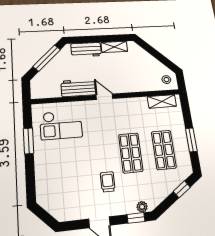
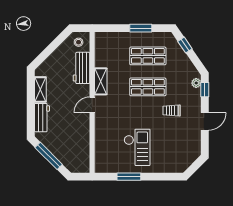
workbench: (78, 88) -> (81, 68), moved
shelving: (162, 101) -> (101, 81), moved
checkout: (61, 125) -> (137, 147), moved

